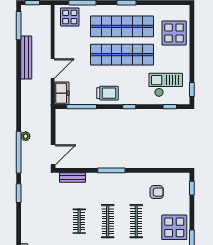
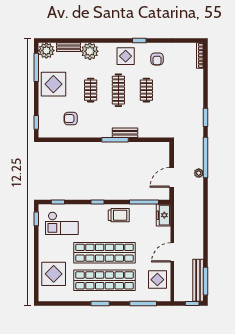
display table: (70, 17) -> (157, 280), moved
bench: (26, 58) -> (198, 280), moved
door: (53, 69) -> (172, 252), moved
trolley: (107, 93) -> (119, 215), turned 180
door: (53, 155) -> (172, 177), moved
bench: (73, 177) -> (125, 133), moved
clothes rail: (136, 221) -> (91, 90), width x0.73

